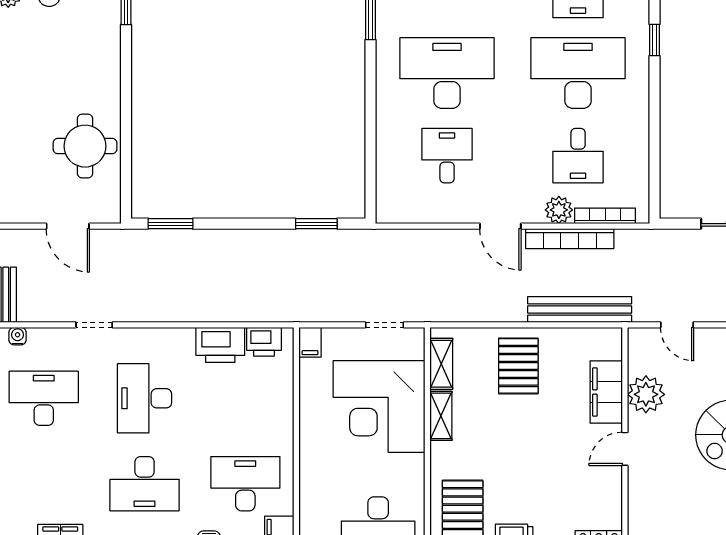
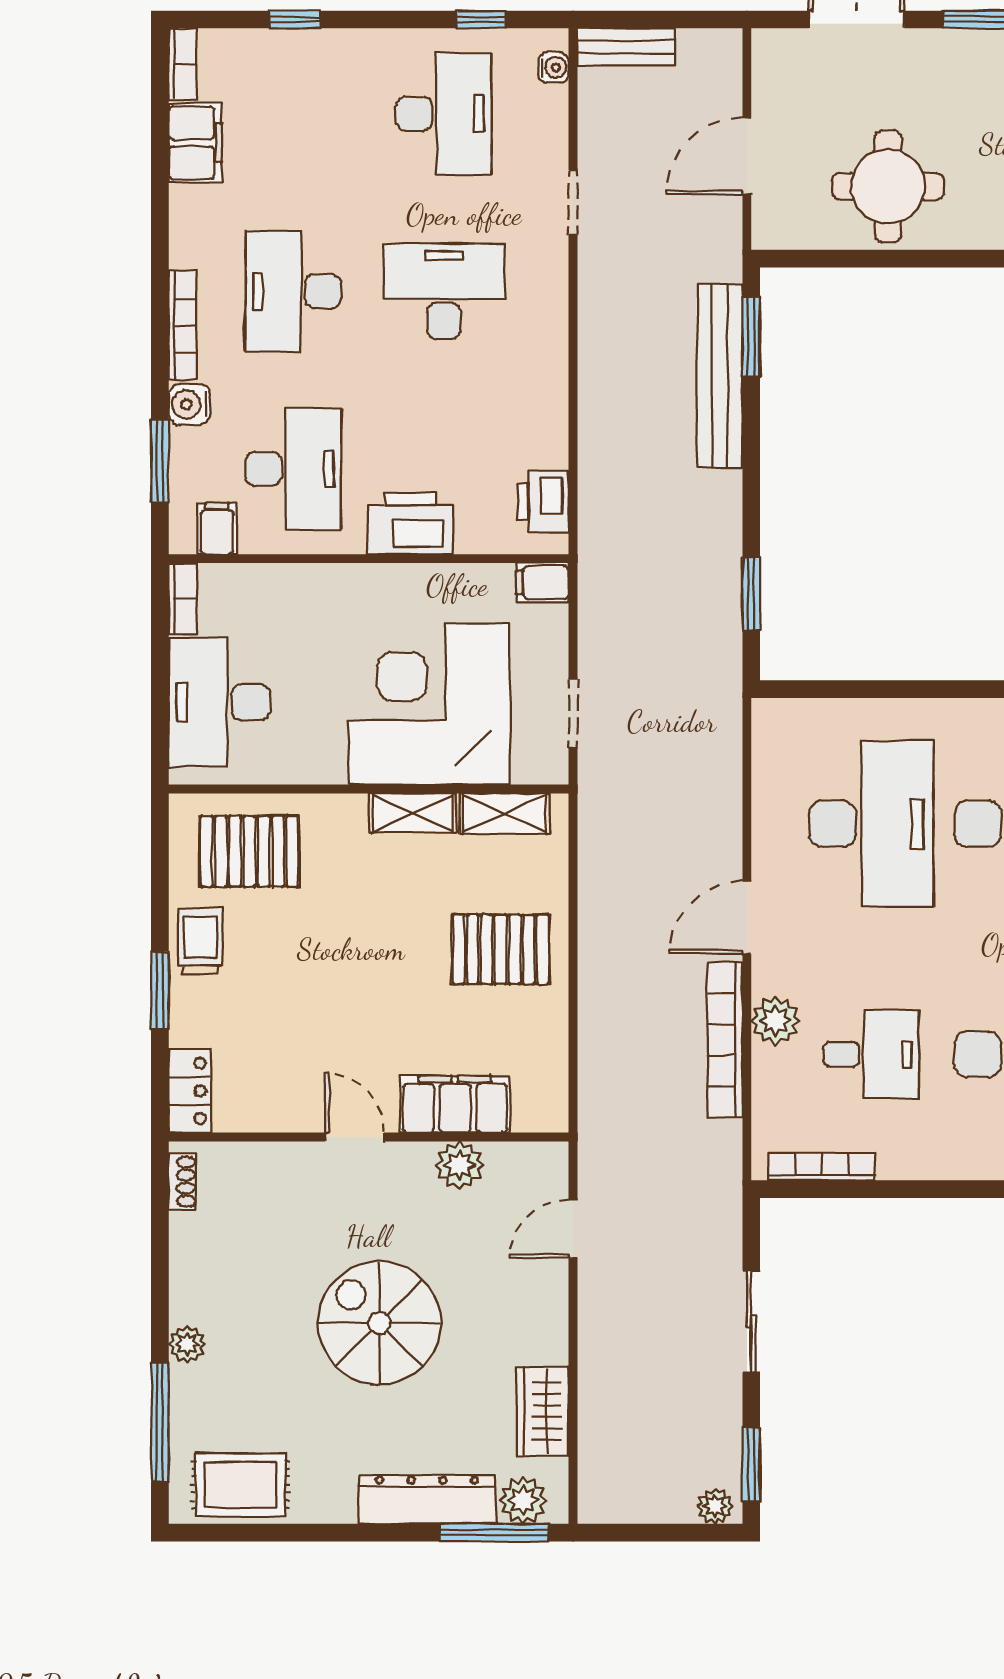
desk: (447, 156) -> (871, 824), width x1.87, depth x1.30
desk: (578, 156) -> (871, 1054), turned 180
bookcase: (605, 216) -> (822, 1167), moved, turned -90
bench: (580, 310) -> (720, 376), moved
printer: (220, 345) -> (410, 523), moved, turned 90
plant: (646, 394) -> (460, 1165), width x0.73, depth x0.73

